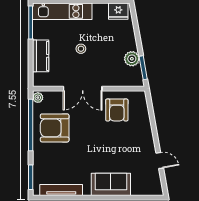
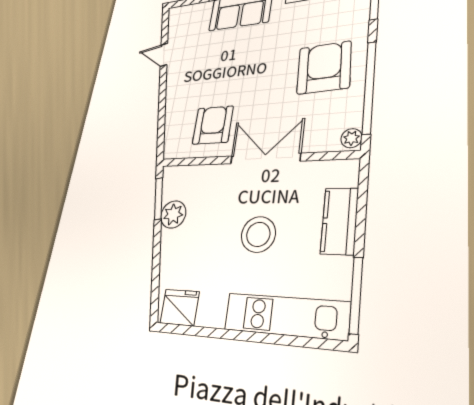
stool: (81, 49) -> (258, 234), width x1.89, depth x1.89
armchair: (55, 128) -> (324, 68), moved, turned -92

